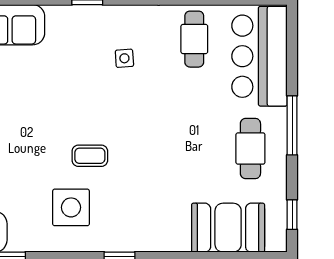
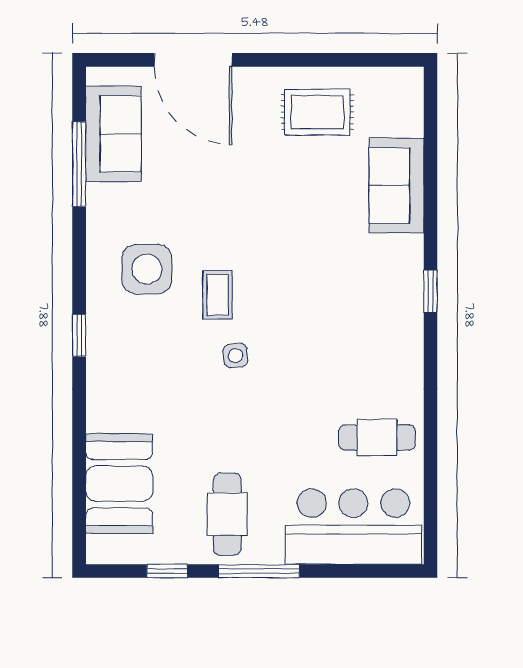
side table: (124, 58) -> (235, 356), moved
cafe table: (250, 149) -> (227, 514), turned 90
window: (292, 215) -> (167, 571), moved

